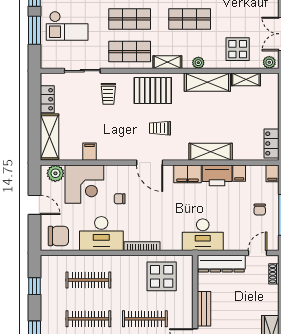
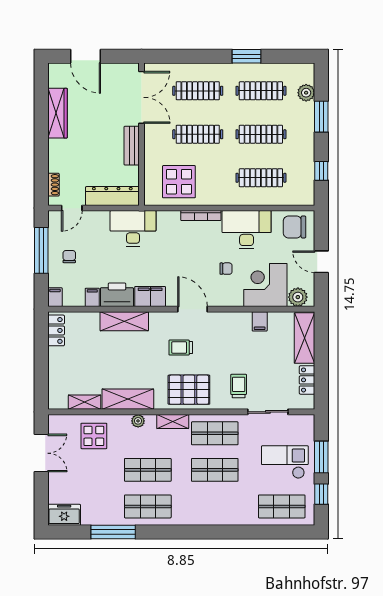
plant: (269, 62) -> (59, 421), removed
trolley: (160, 128) -> (181, 348), turned 180

